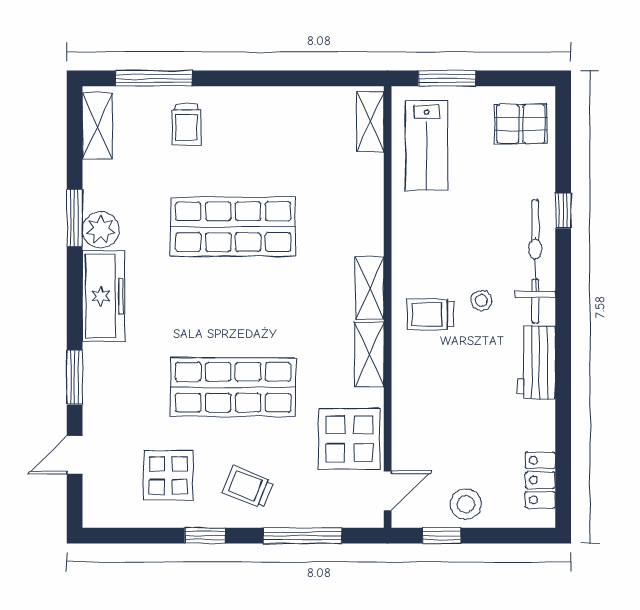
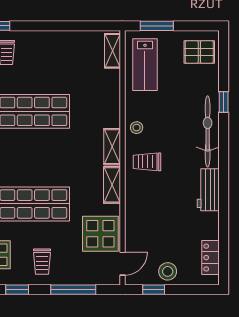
stool: (481, 300) -> (137, 128), moved
trolley: (248, 487) -> (42, 262), turned -112

